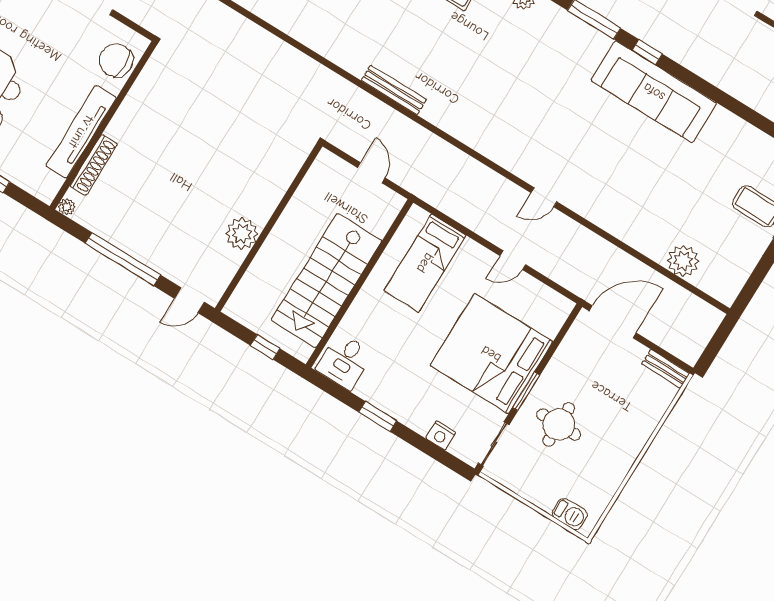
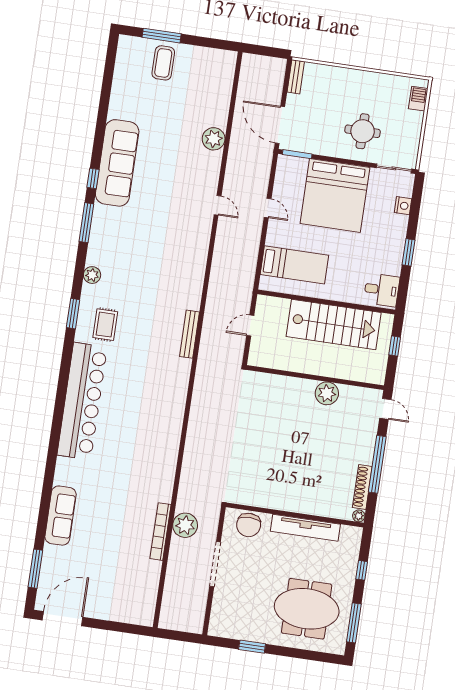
shoe rack: (94, 165) -> (362, 487), moved, turned -90
plant: (683, 261) -> (214, 139), moved
window: (526, 391) -> (297, 154), moved

